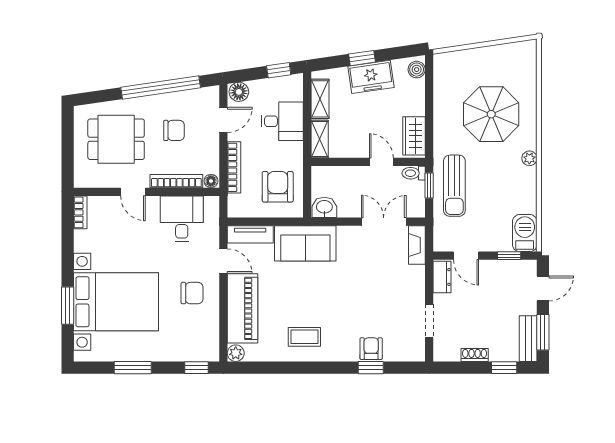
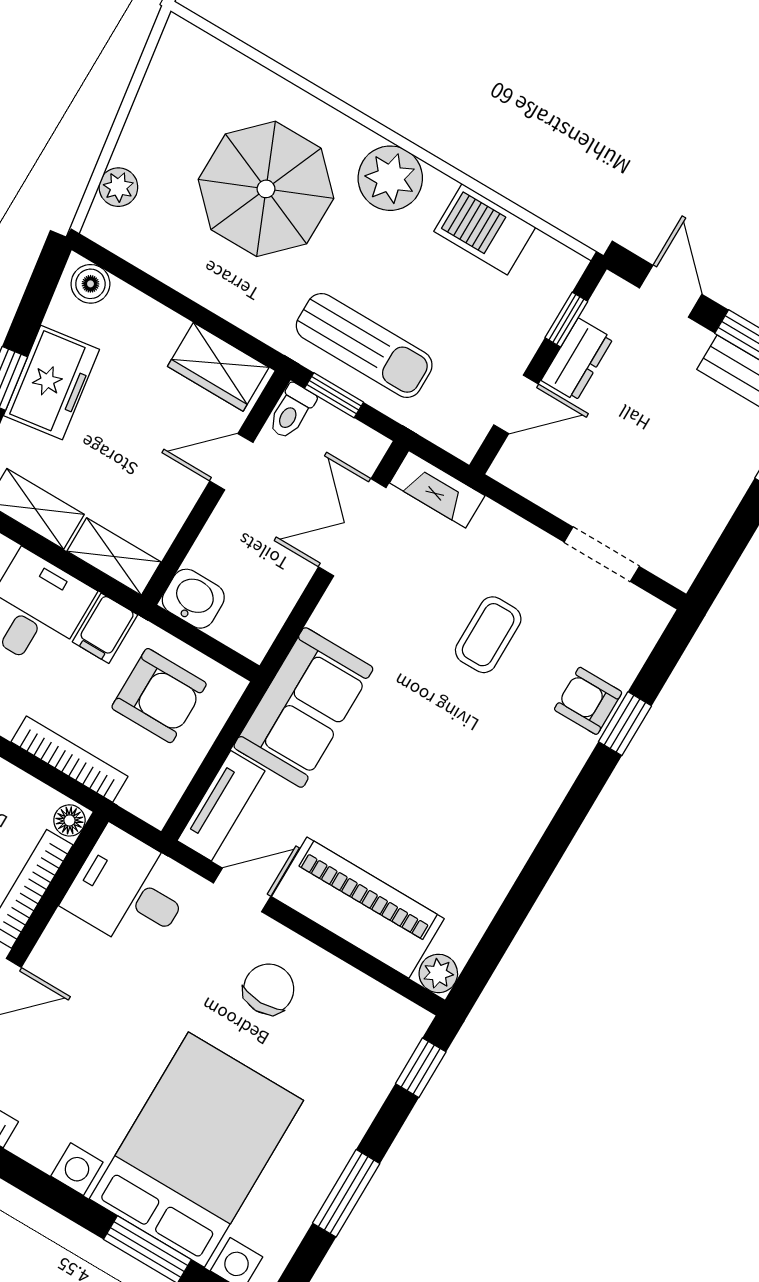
plant: (459, 58) -> (118, 187), added
filing cabinet: (291, 152) -> (105, 628), added
plant: (529, 158) -> (390, 178), width x1.88, depth x1.88
armchair: (278, 187) -> (159, 696), turned 180
washbasin: (324, 207) -> (193, 599), moved, turned 90
desk: (182, 219) -> (129, 890), moved
barbecue: (525, 233) -> (485, 229), moved
dresser: (442, 277) -> (577, 359), moved, turned 90
coffee table: (304, 337) -> (488, 635), moved
shoe rack: (475, 355) -> (722, 504), removed

